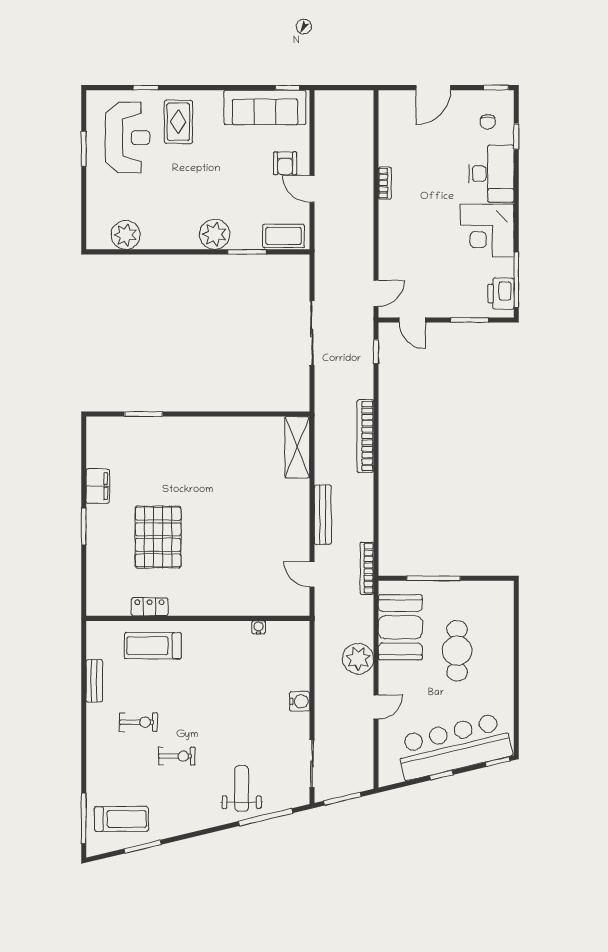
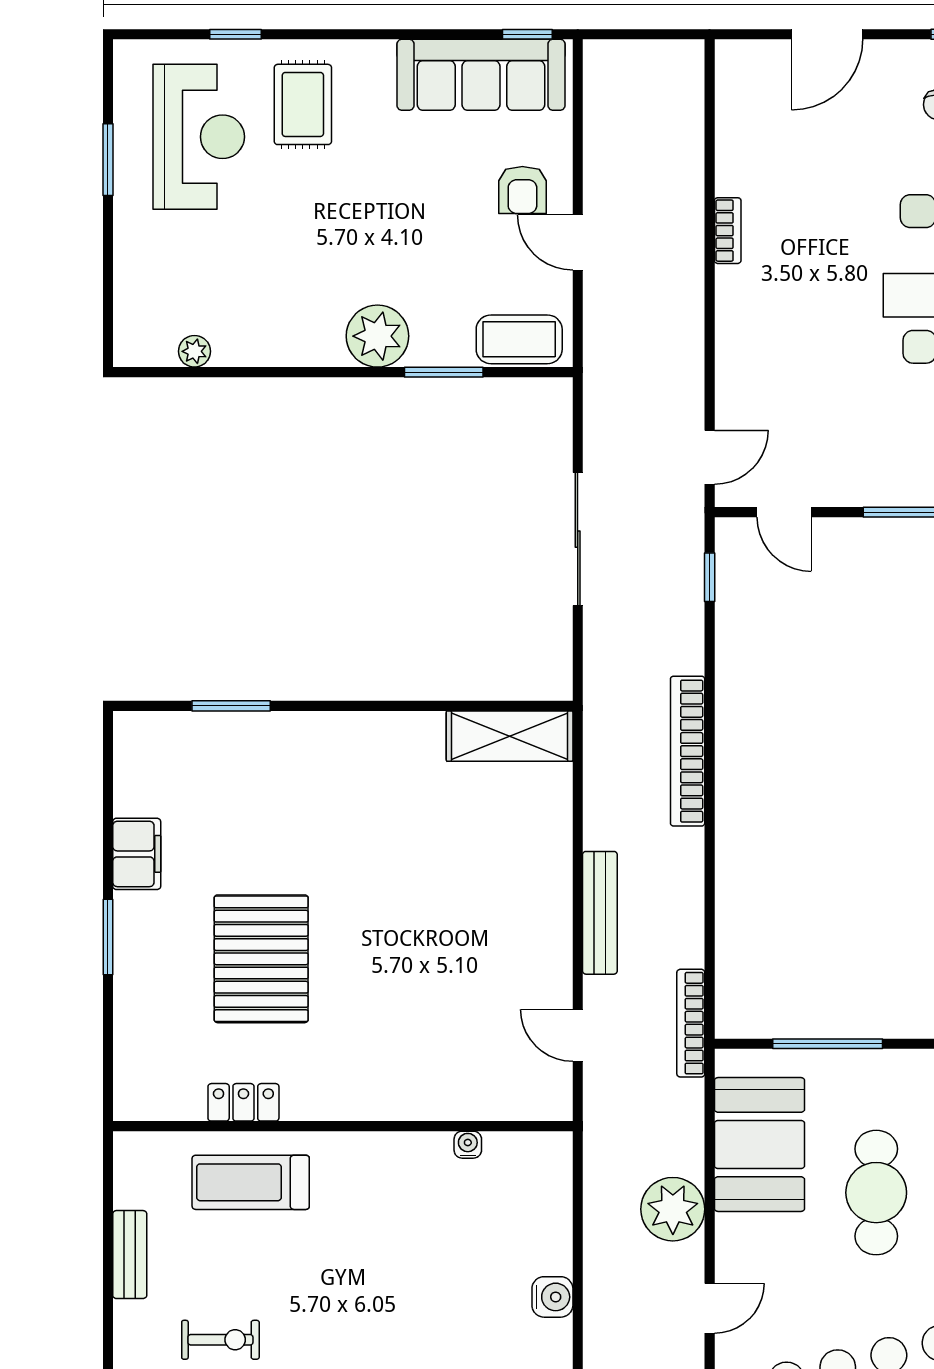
plant: (126, 235) -> (194, 351), width x0.53, depth x0.53
shelving: (297, 447) -> (510, 736), moved, turned 90

